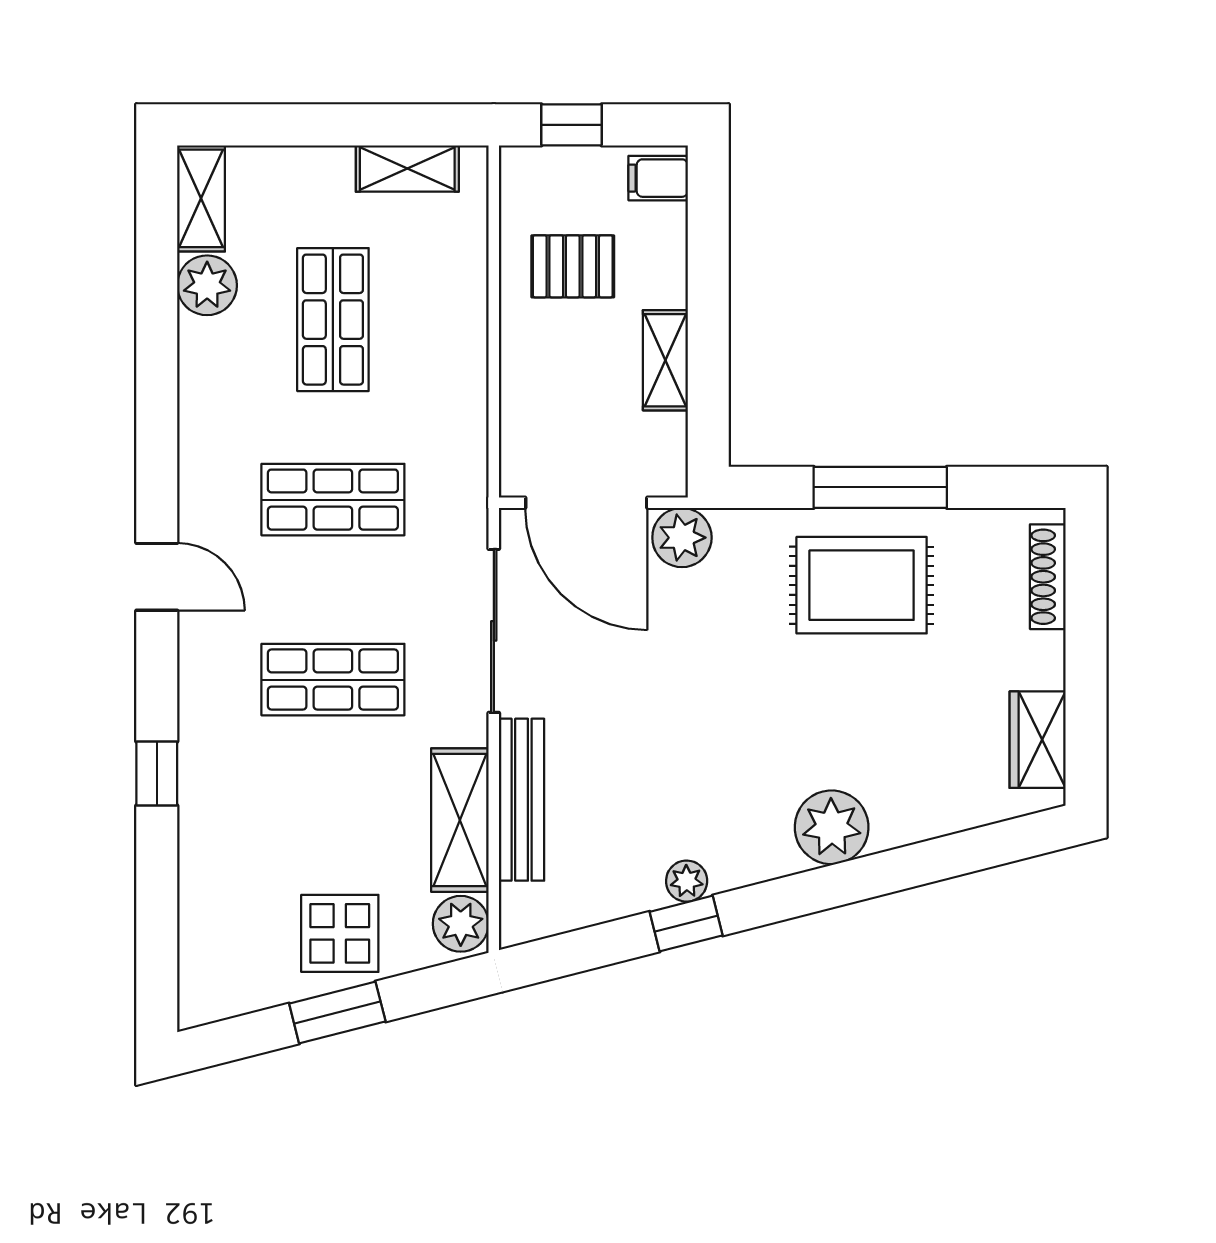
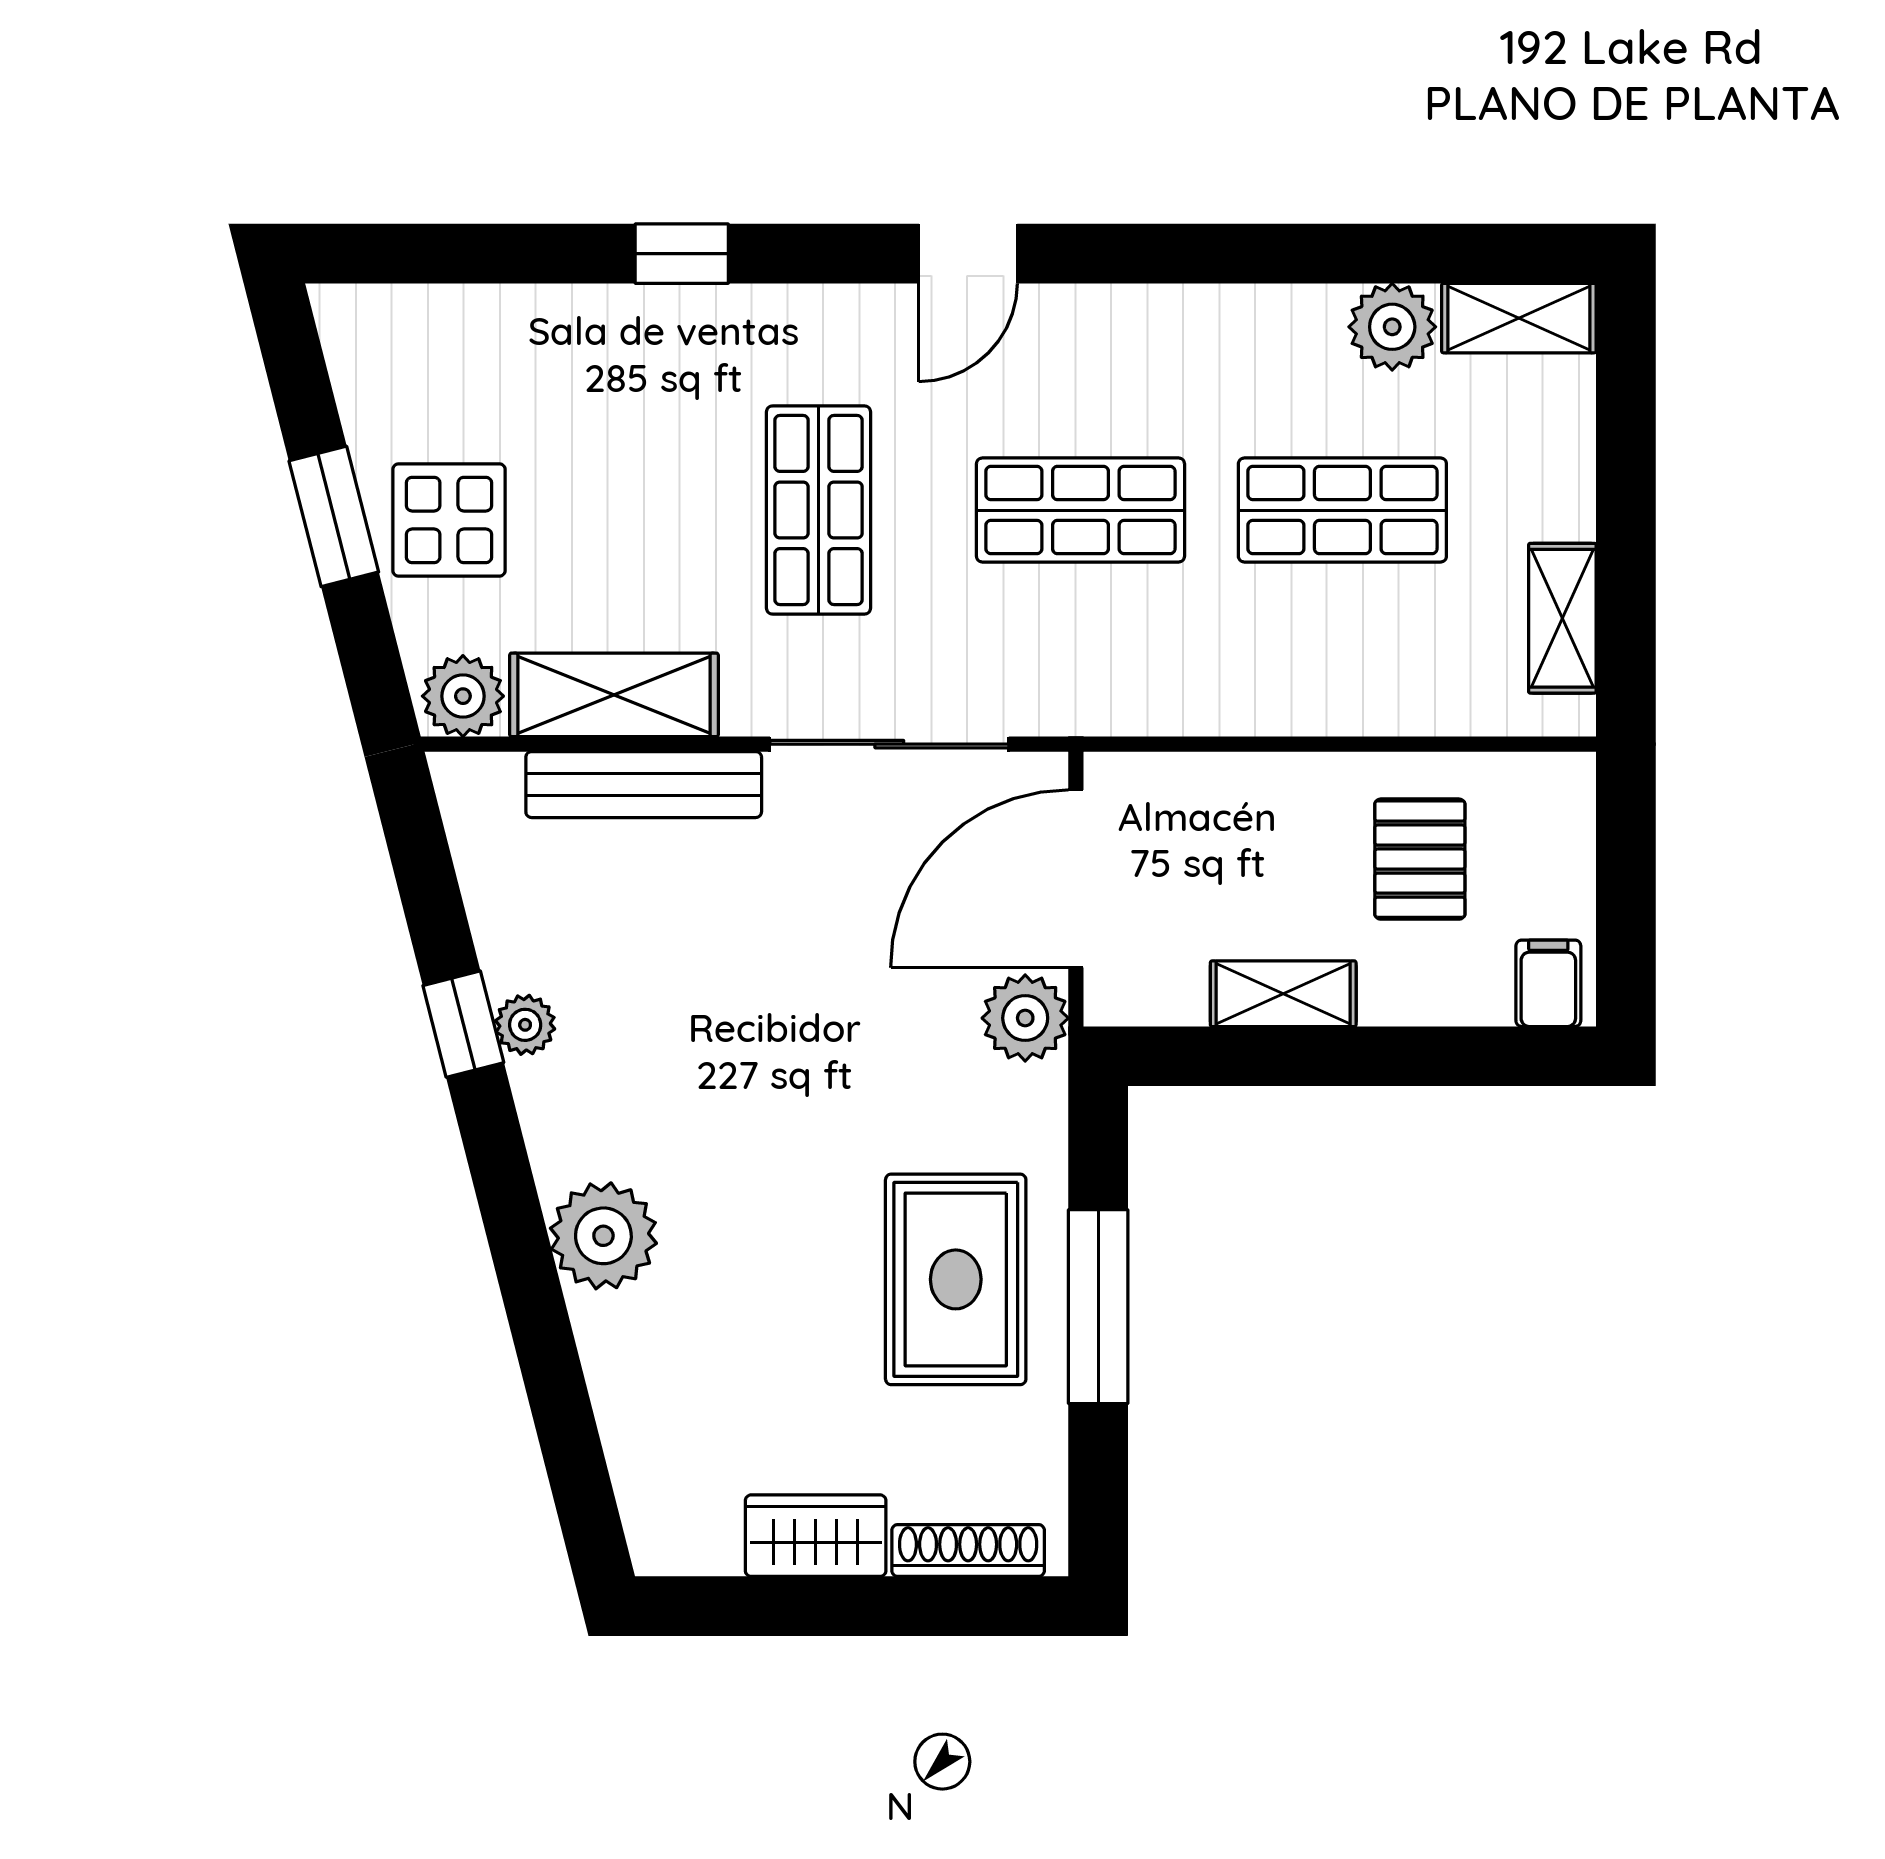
window: (571, 125) -> (1626, 857), removed
shop shelf: (333, 500) -> (1080, 510), turned 90
wardrobe: (1038, 740) -> (816, 1536), moved

